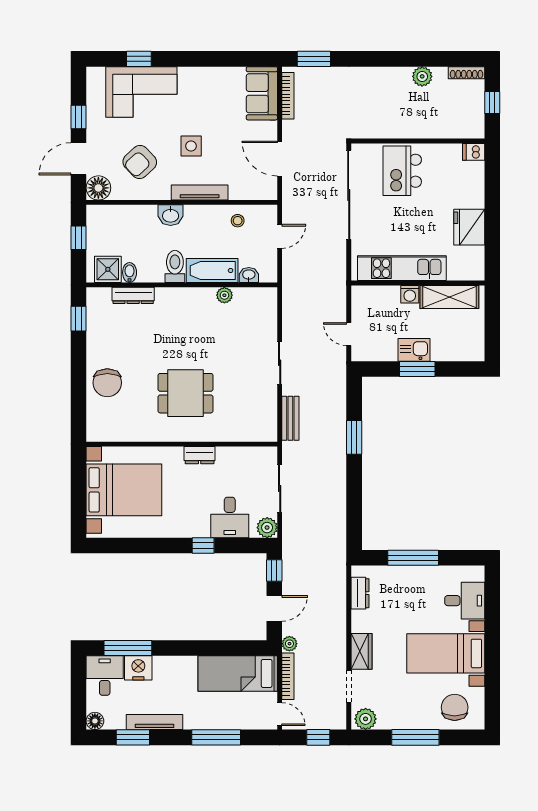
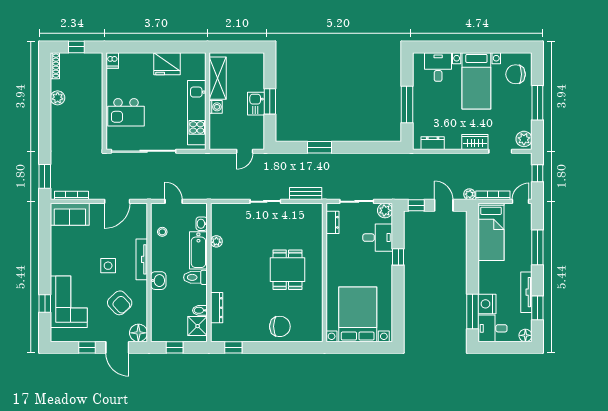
dresser: (200, 455) -> (333, 222), moved

